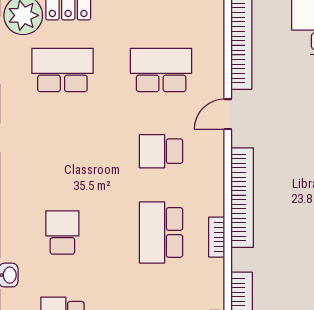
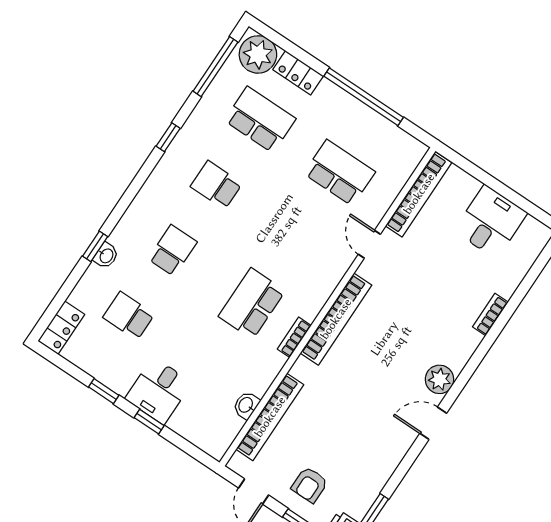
door: (228, 114) -> (369, 244), hinge flipped
school desk: (161, 151) -> (216, 185), moved

